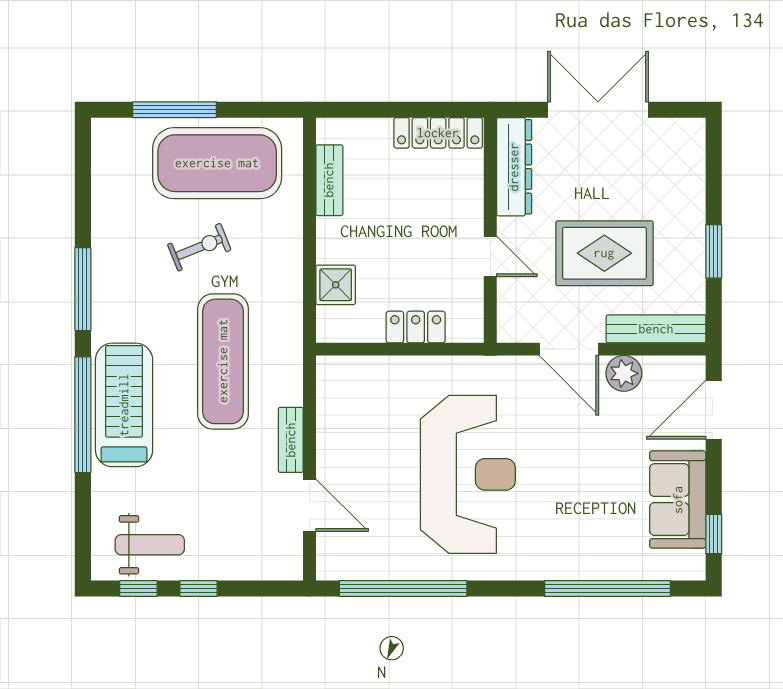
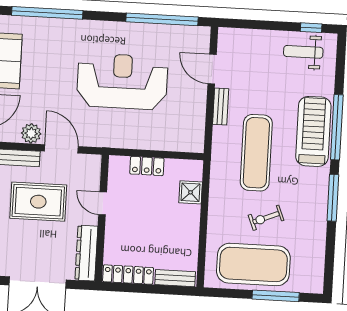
bench: (329, 180) -> (175, 278), moved, turned 90
treadmill: (124, 405) -> (313, 131), turned 180
reception desk: (468, 474) -> (122, 82), turned 90
window: (199, 589) -> (277, 26), removed

